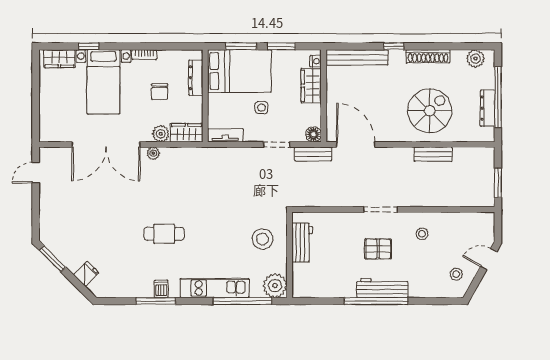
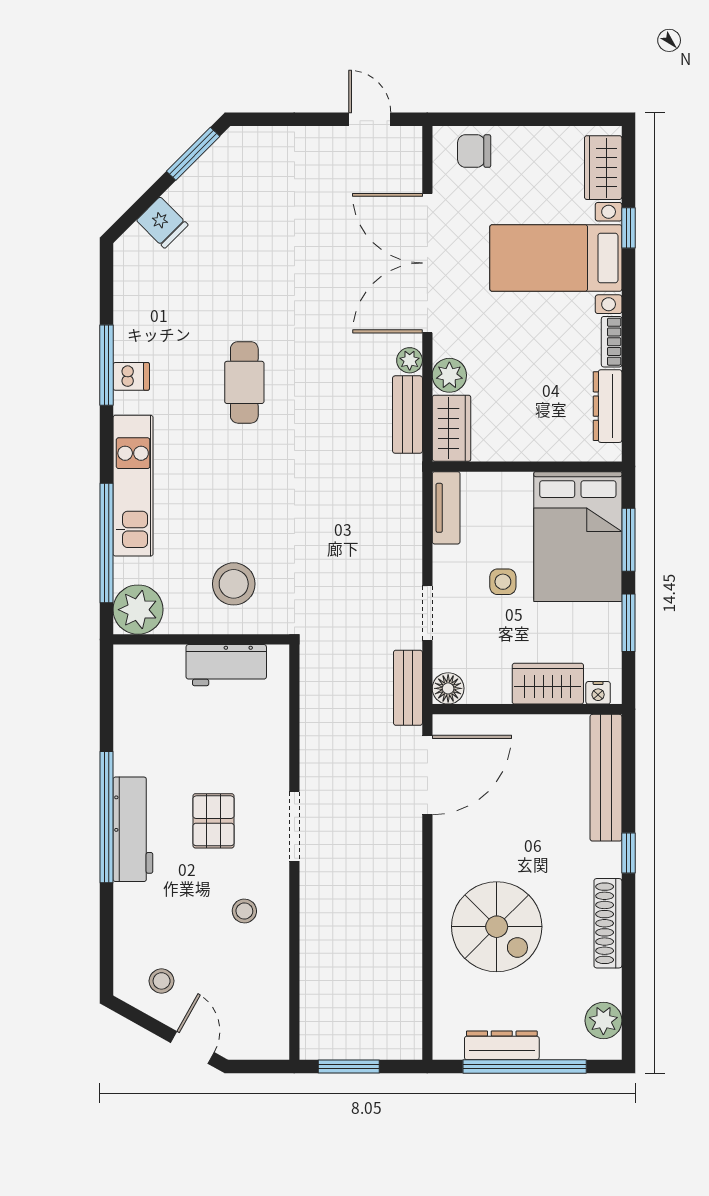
dresser: (196, 78) -> (608, 406), moved, turned -90
chair: (160, 92) -> (474, 151), moved
bench: (433, 154) -> (407, 415), moved

